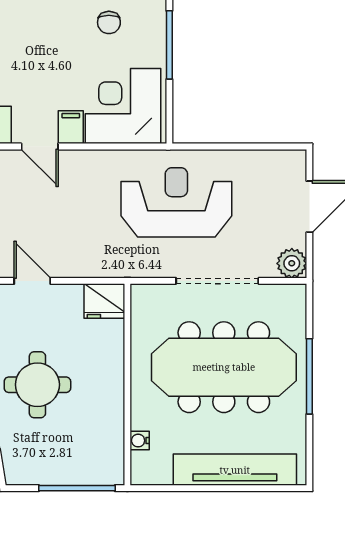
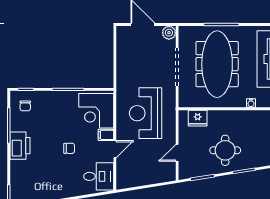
chair: (109, 22) -> (69, 148), moved
reception desk: (176, 202) -> (145, 113), moved
fridge: (104, 301) -> (198, 118), moved, turned 90

